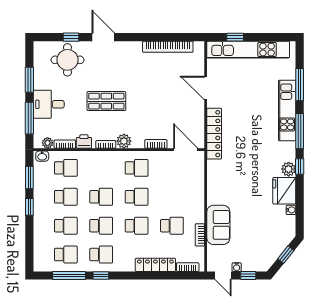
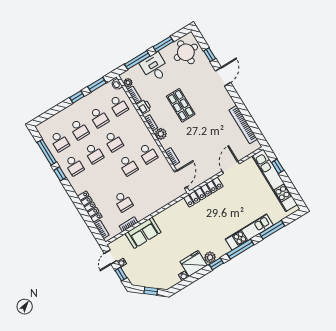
round table: (67, 60) -> (186, 52), moved
school desk: (137, 226) -> (109, 178), removed

